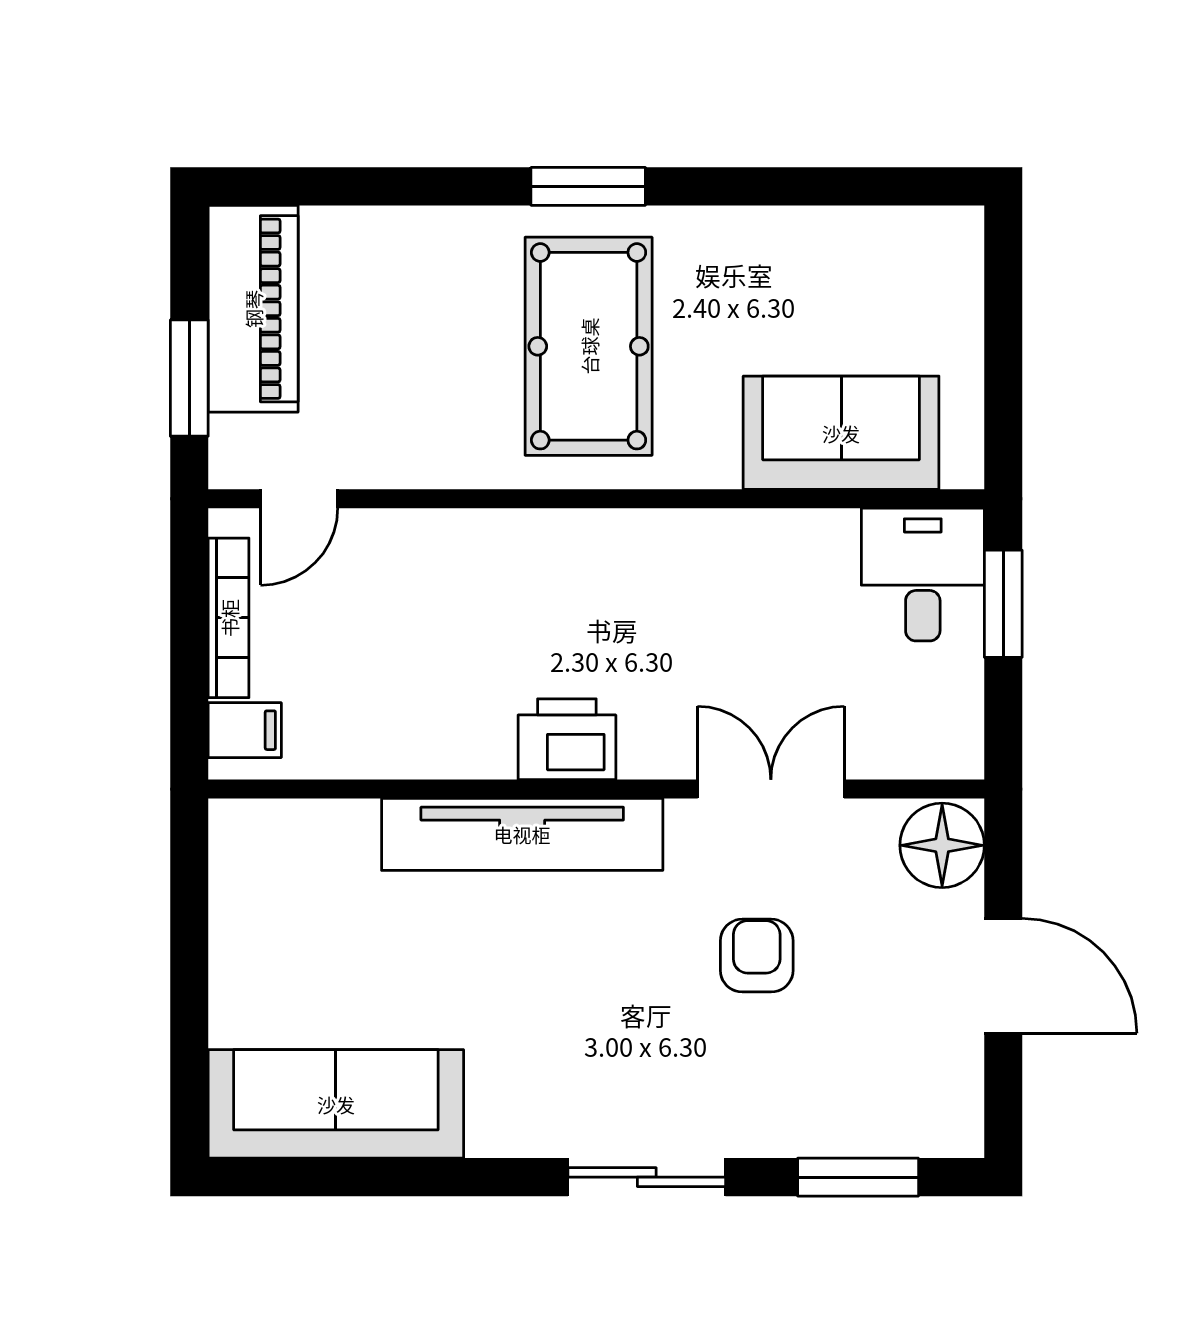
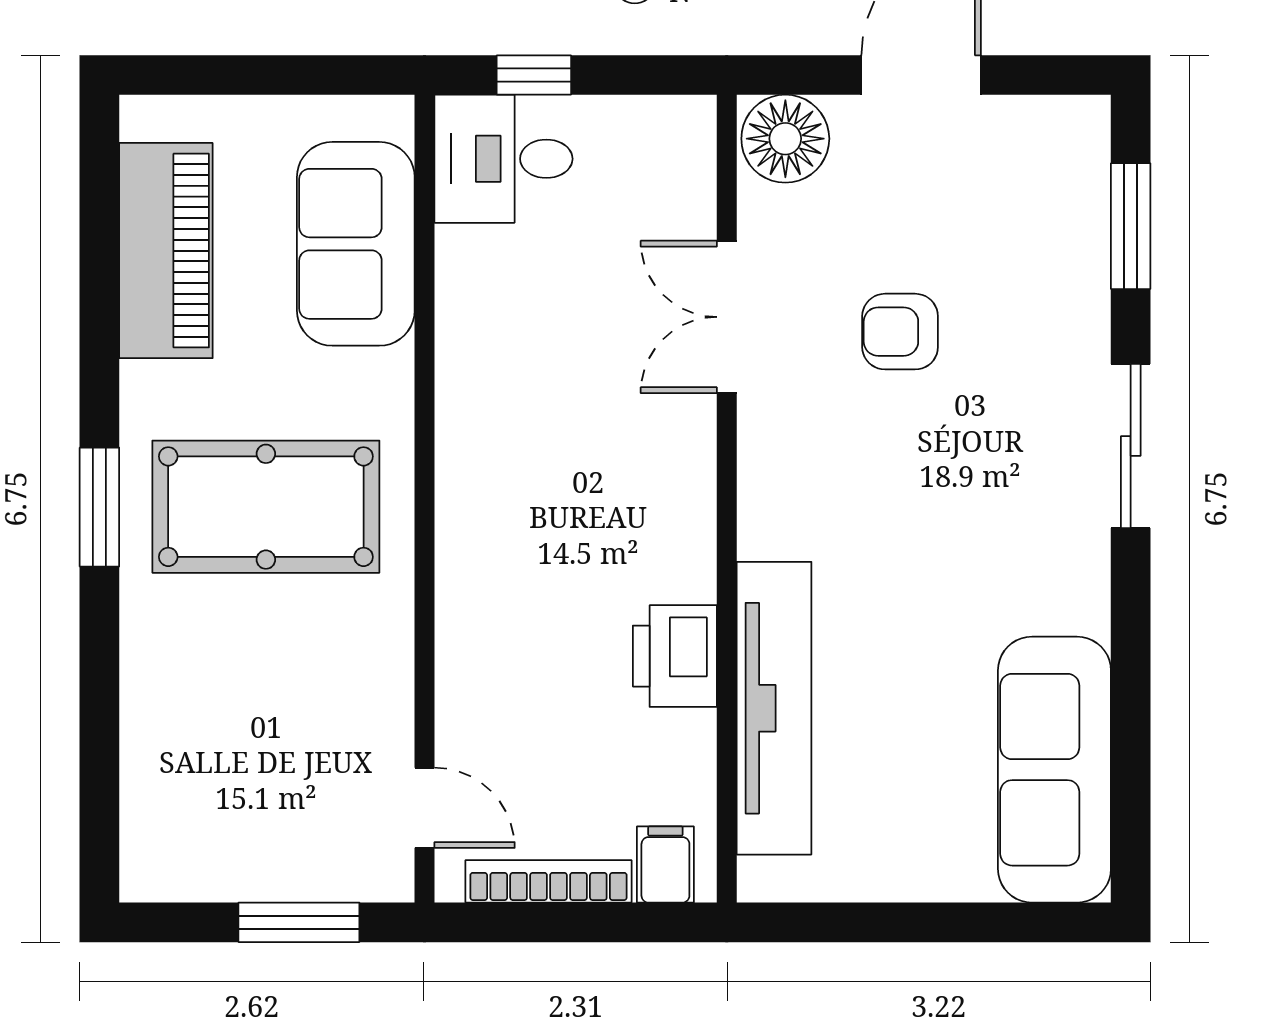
piano: (253, 309) -> (166, 251), moved, turned 90
window: (1003, 604) -> (534, 75), width x0.67
printer: (567, 739) -> (675, 656), moved
tv unit: (522, 834) -> (774, 708), moved

